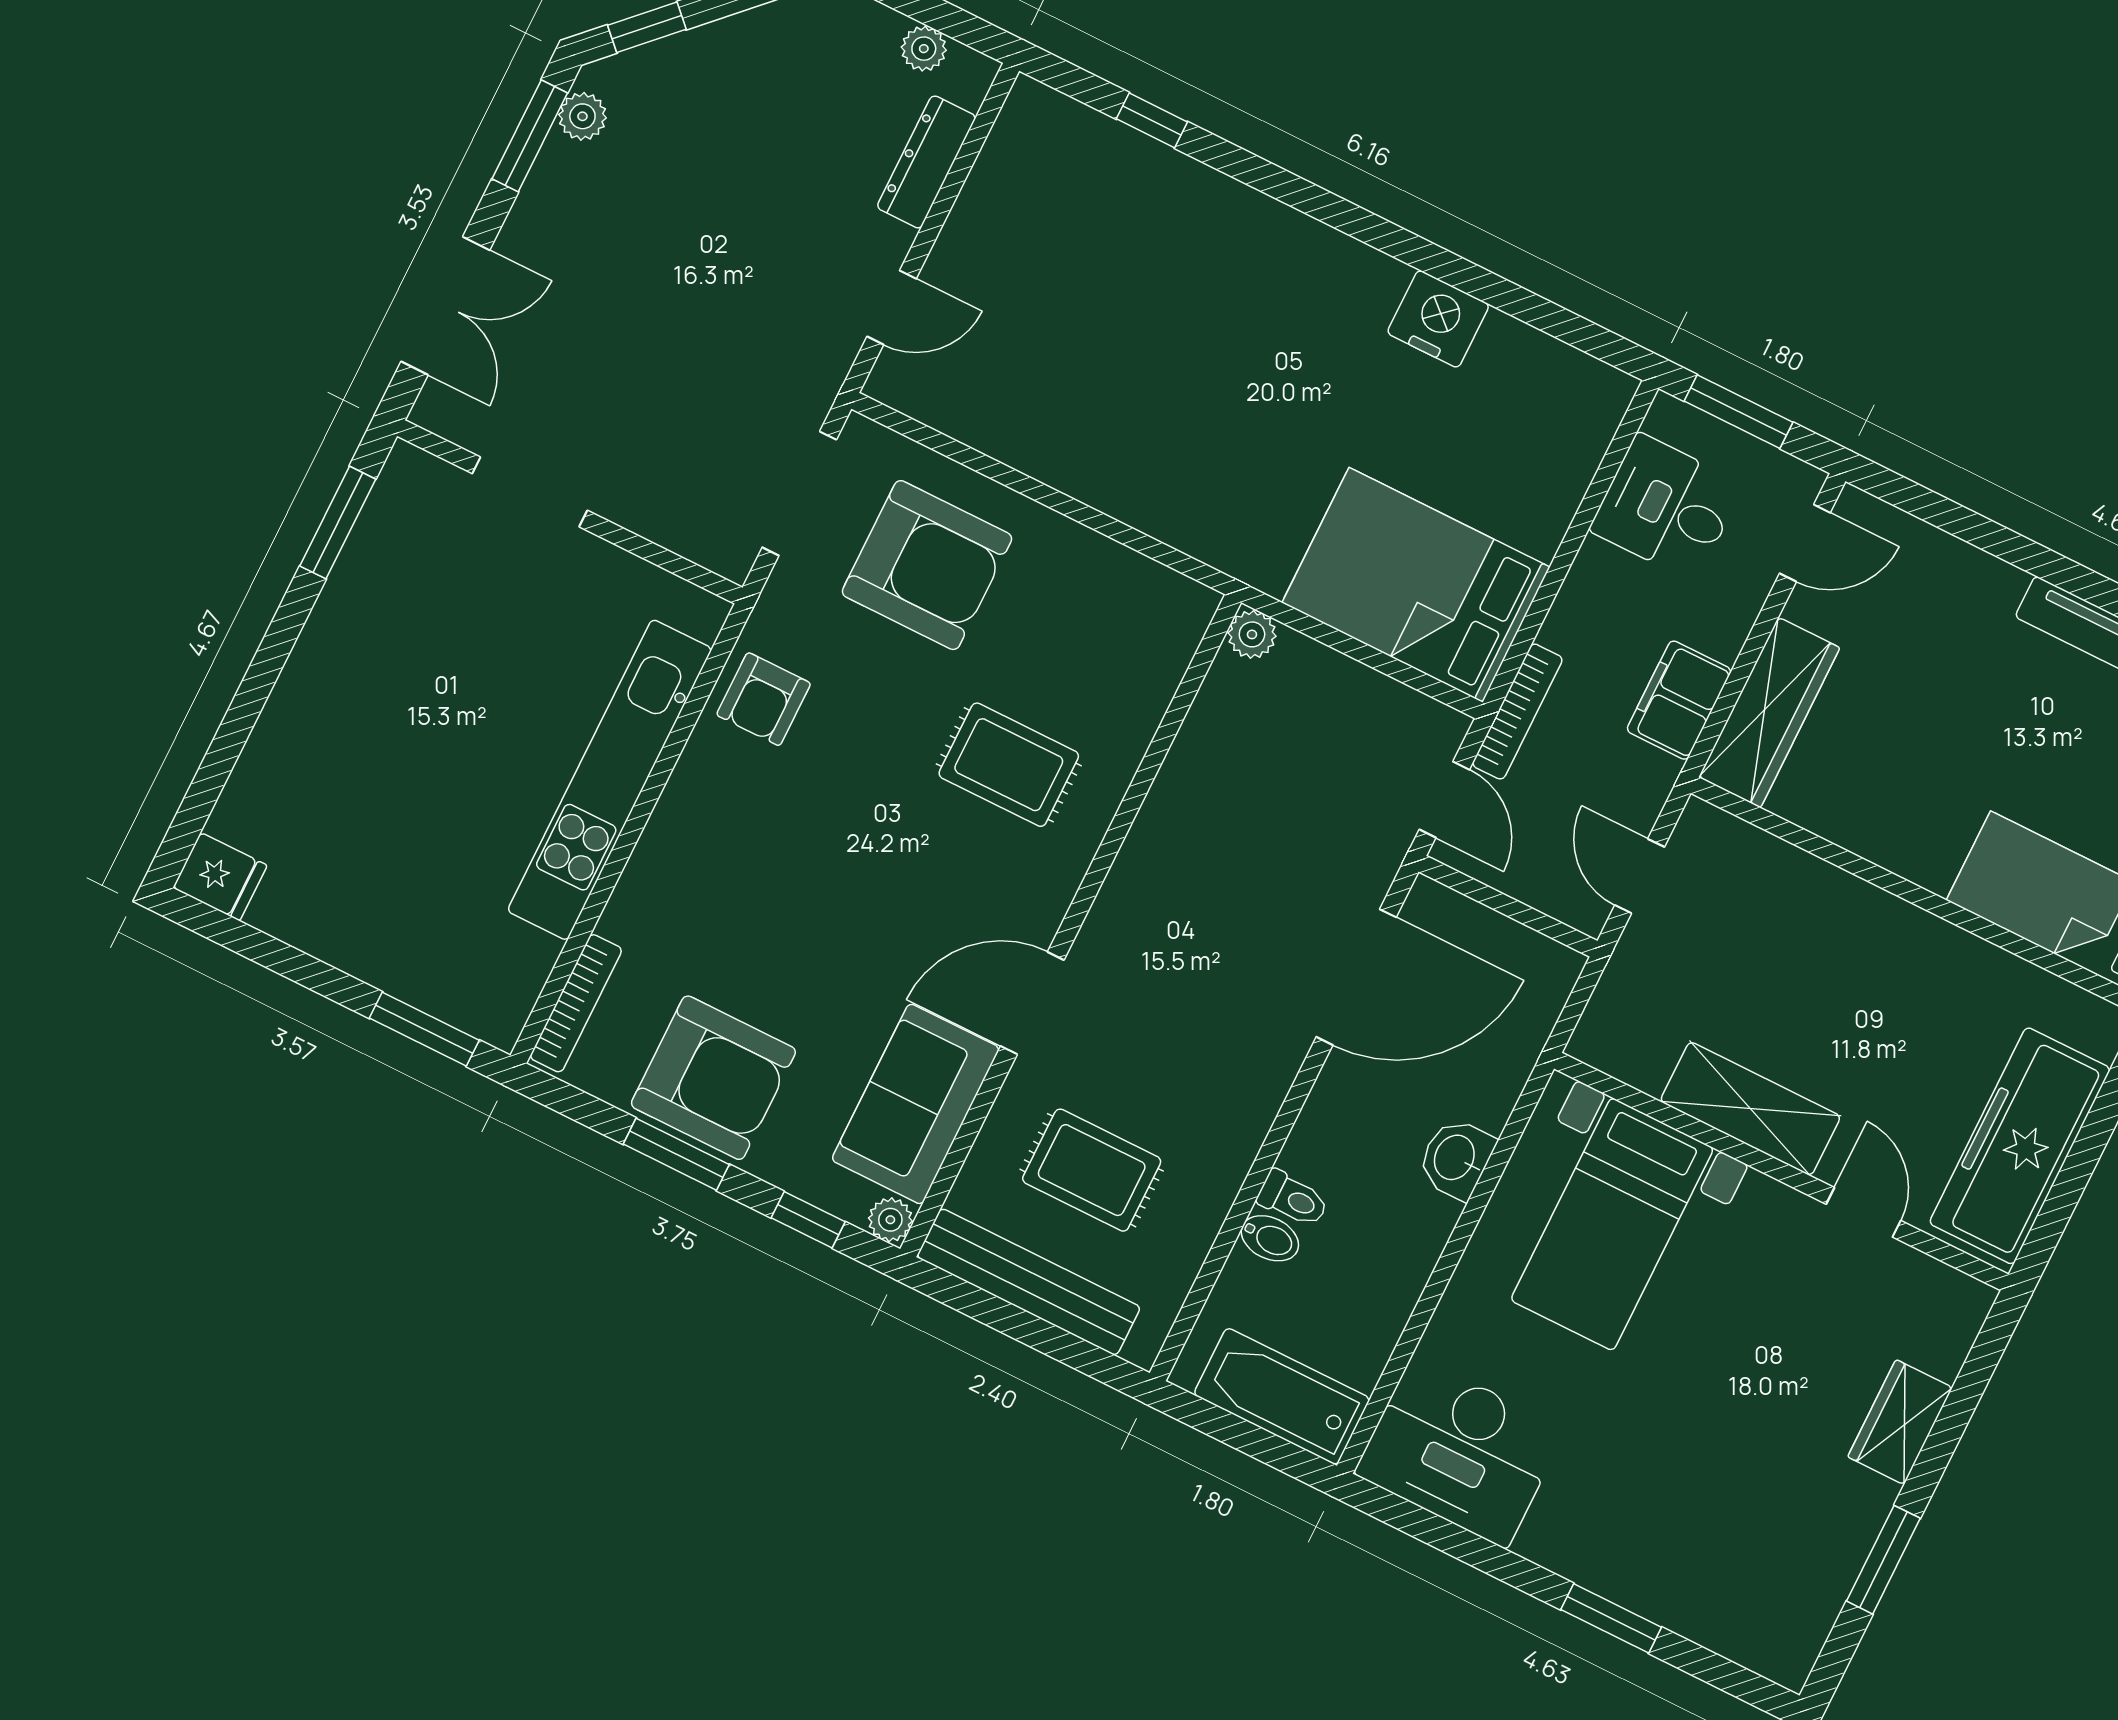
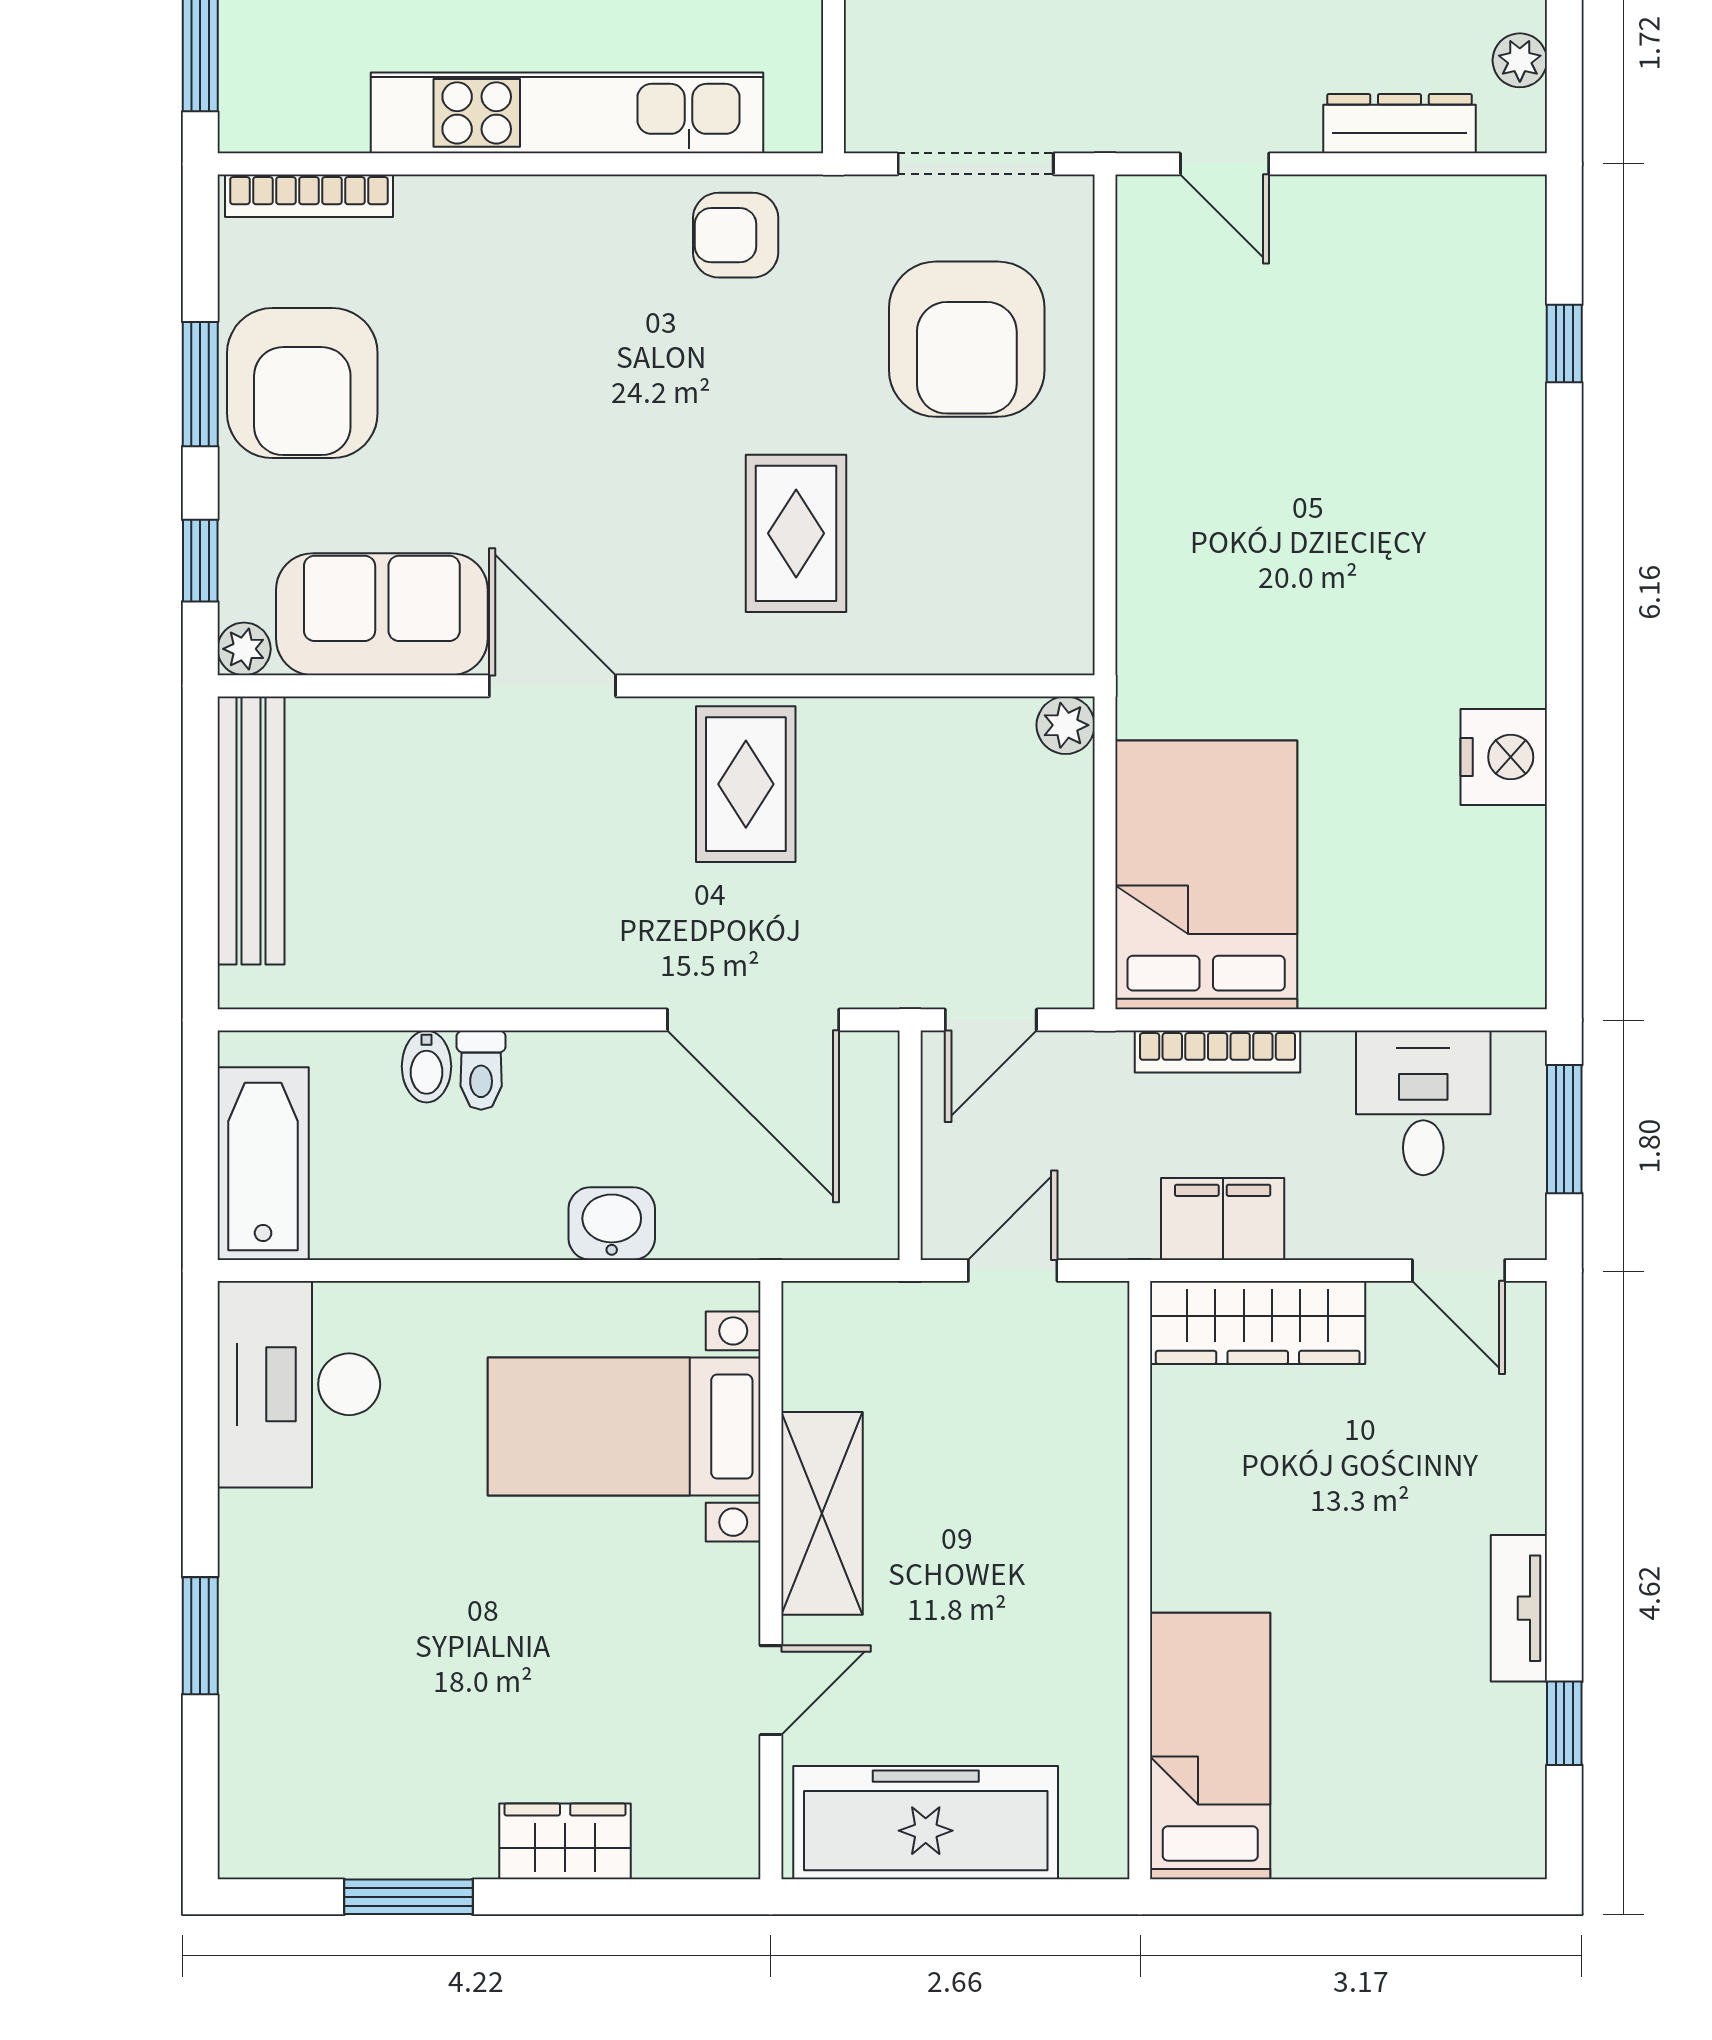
bookcase: (1517, 712) -> (1218, 1051), moved
rug: (1092, 1170) -> (746, 784), moved

